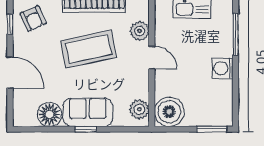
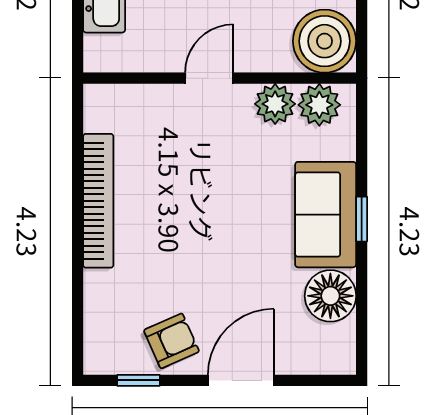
armchair: (33, 19) -> (171, 341), moved
plant: (140, 31) -> (275, 104), moved
coffee table: (88, 49) -> (191, 213), removed

